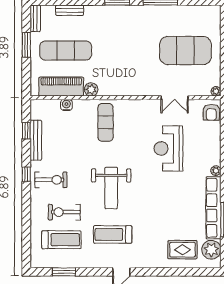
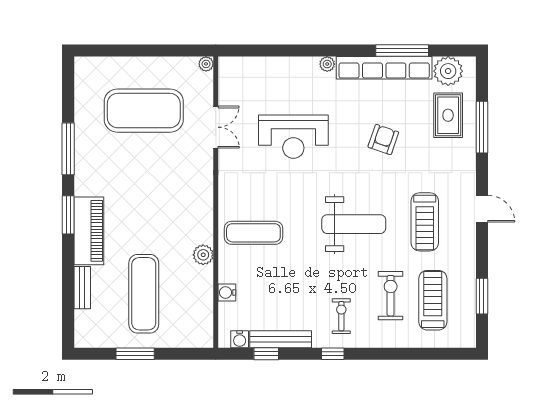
bench: (35, 18) -> (94, 340), removed
exercise mat: (185, 51) -> (144, 111), turned 90
piano: (61, 87) -> (89, 231), moved, turned 180
armchair: (211, 112) -> (383, 140), moved, turned -71
water cooler: (36, 113) -> (240, 339), added
exercise bike: (51, 180) -> (341, 316), width x0.73, depth x0.72
exercise bike: (64, 212) -> (391, 296), turned 180
window: (175, 272) -> (482, 127), added

